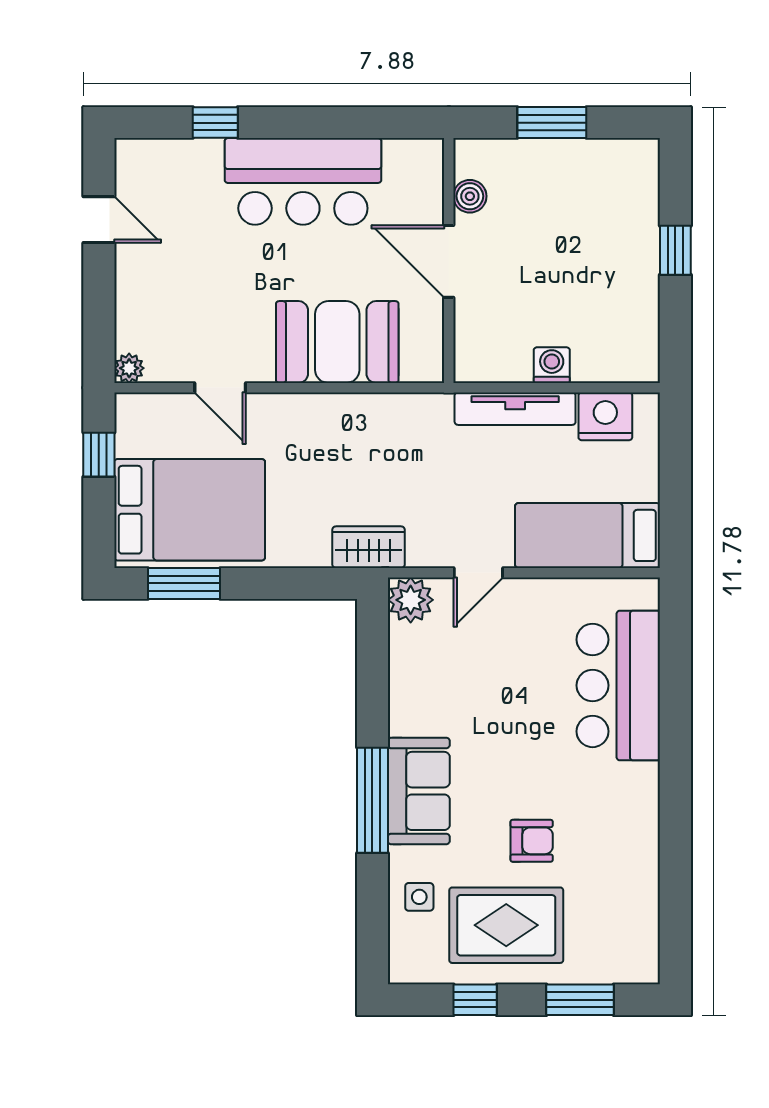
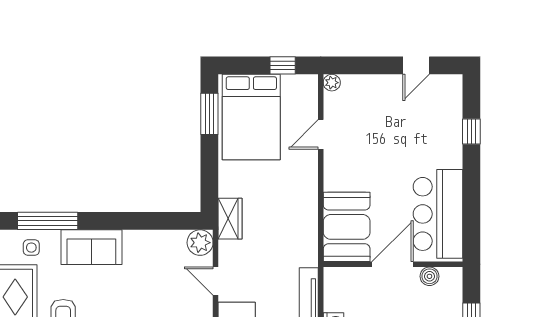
bar counter: (303, 181) -> (438, 214), moved
booth: (337, 342) -> (347, 227), moved
window: (372, 800) -> (48, 221), moved

